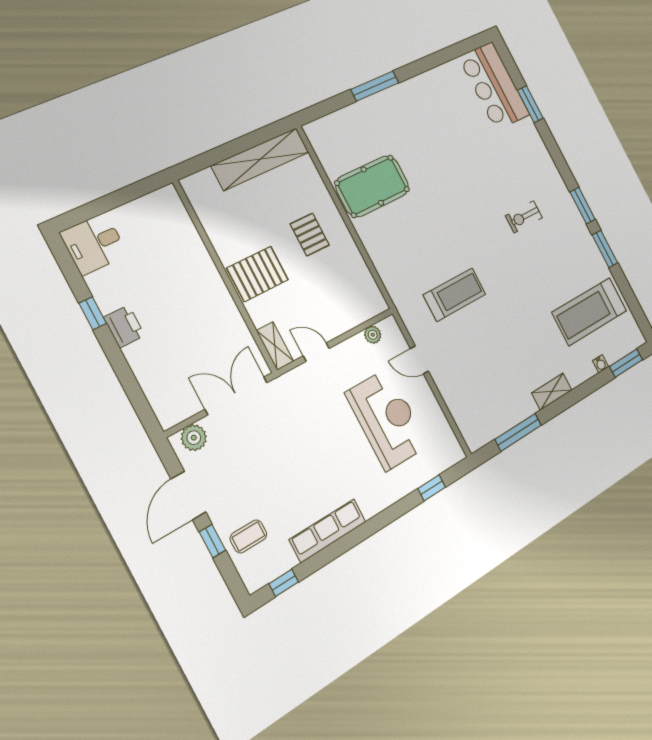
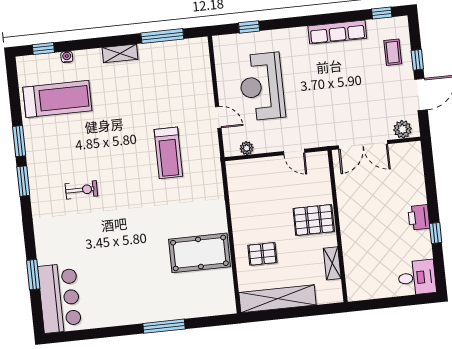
pallet: (310, 234) -> (262, 254), moved, turned 90
treadmill: (455, 295) -> (168, 153), turned -90
shelving: (275, 346) -> (332, 263), moved
window: (626, 363) -> (43, 49), width x0.67
coffee table: (248, 536) -> (393, 52), turned 90

